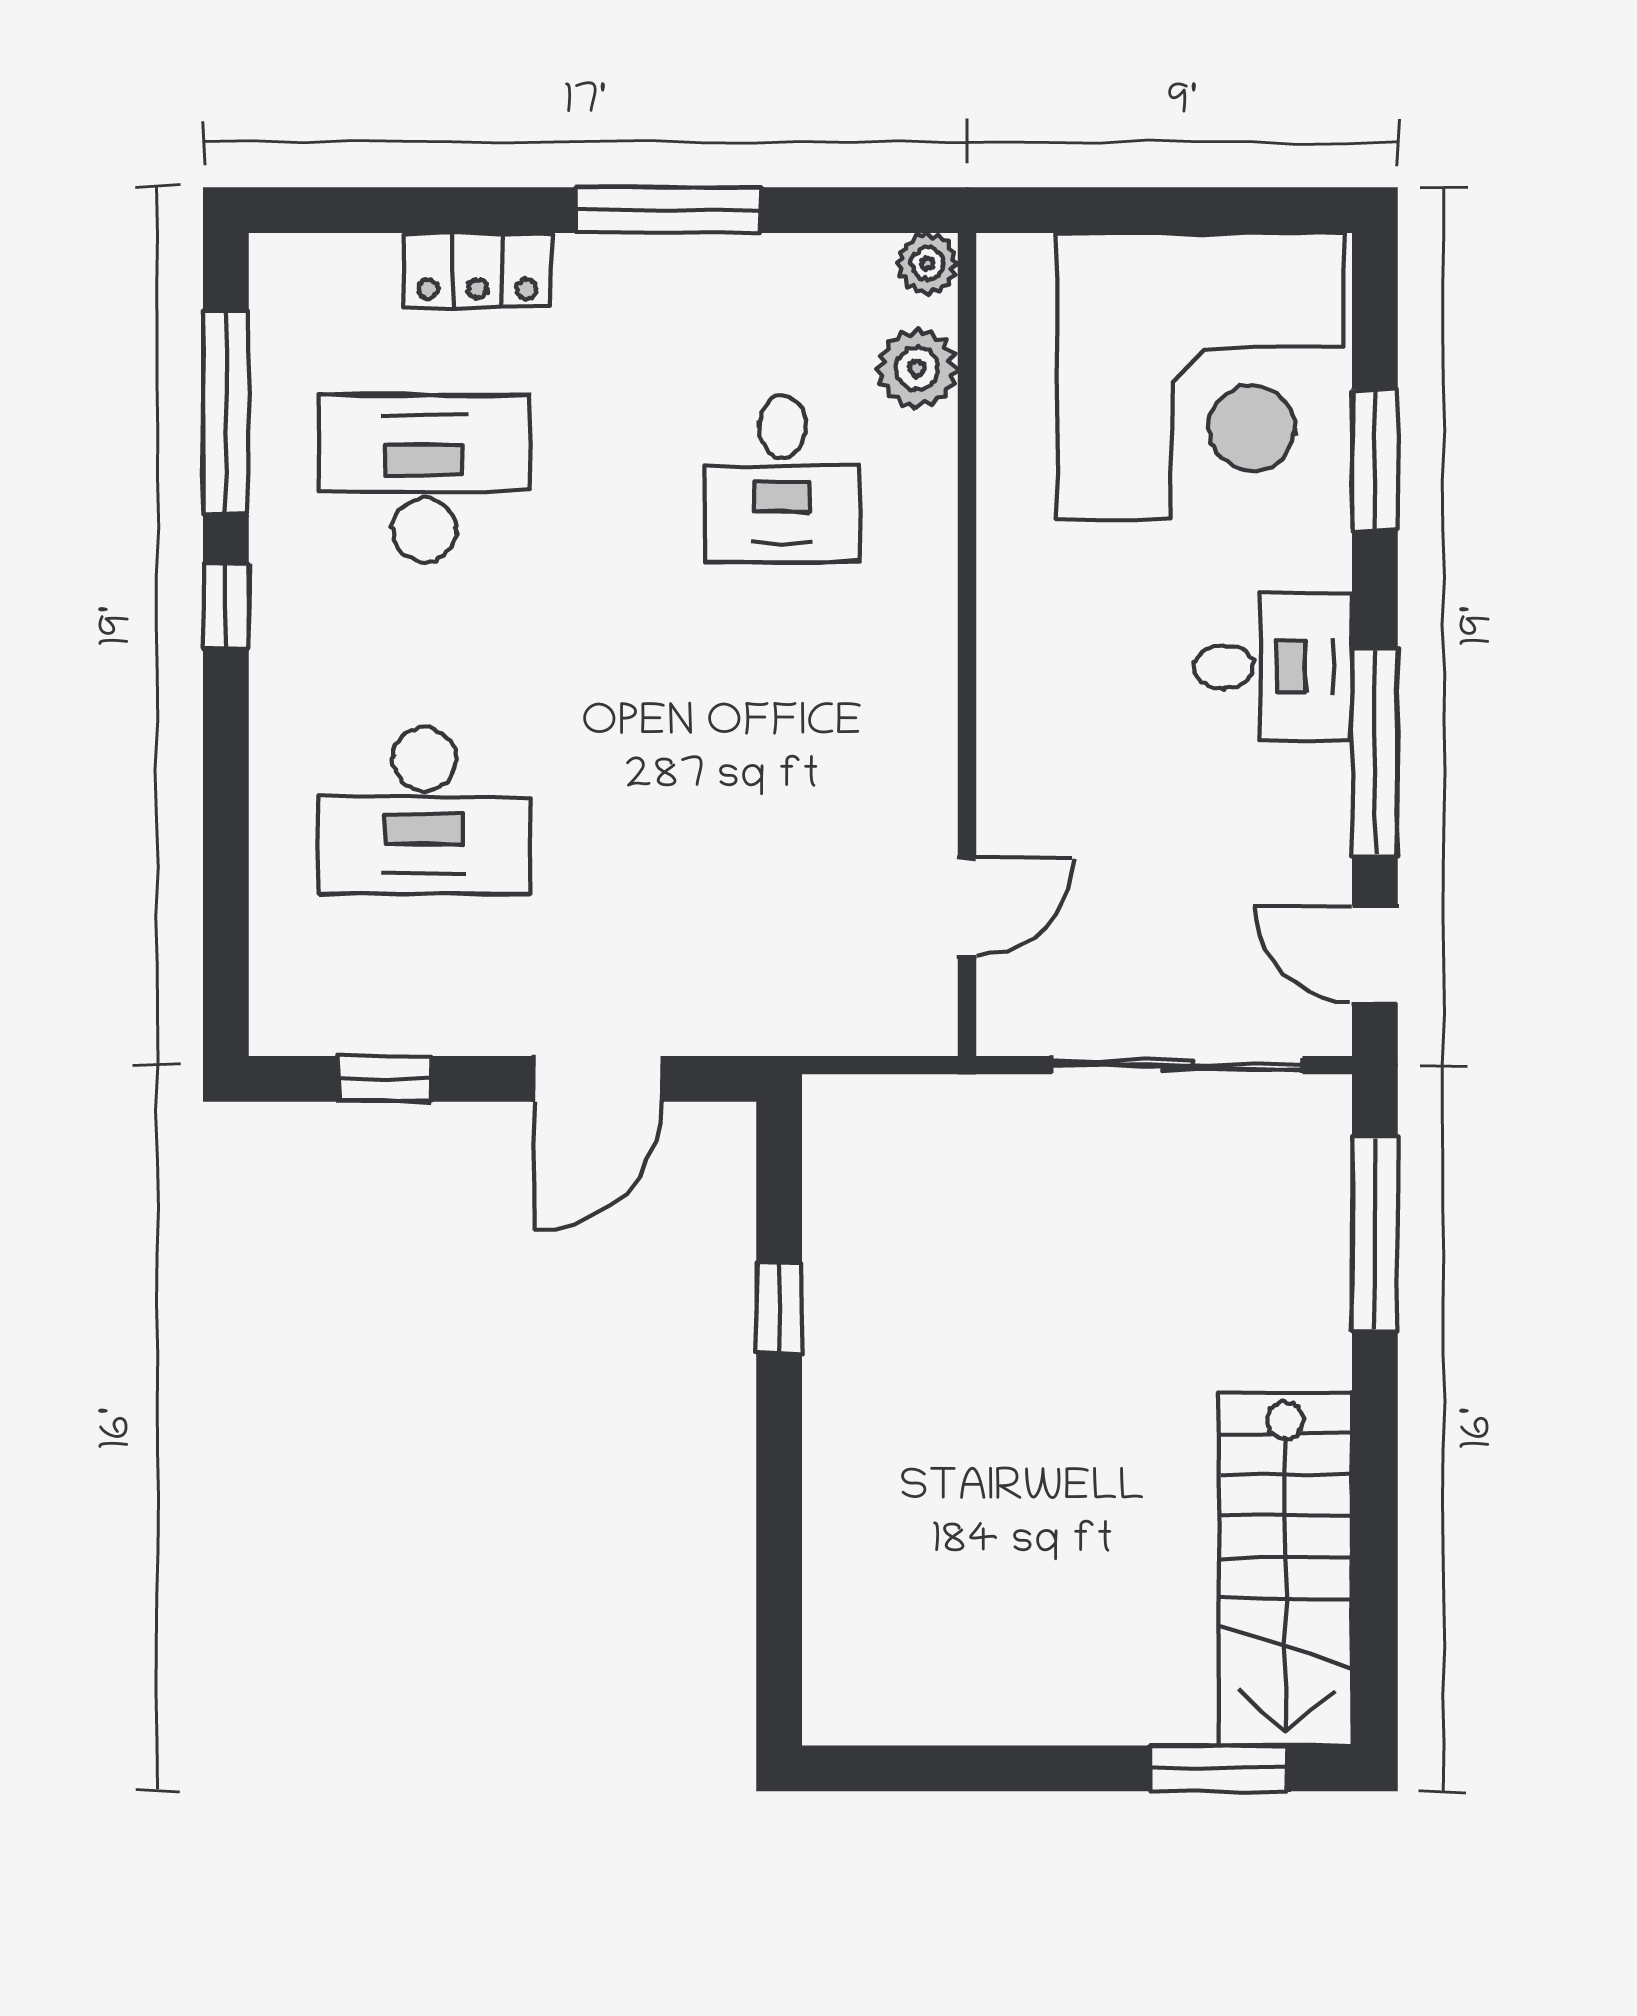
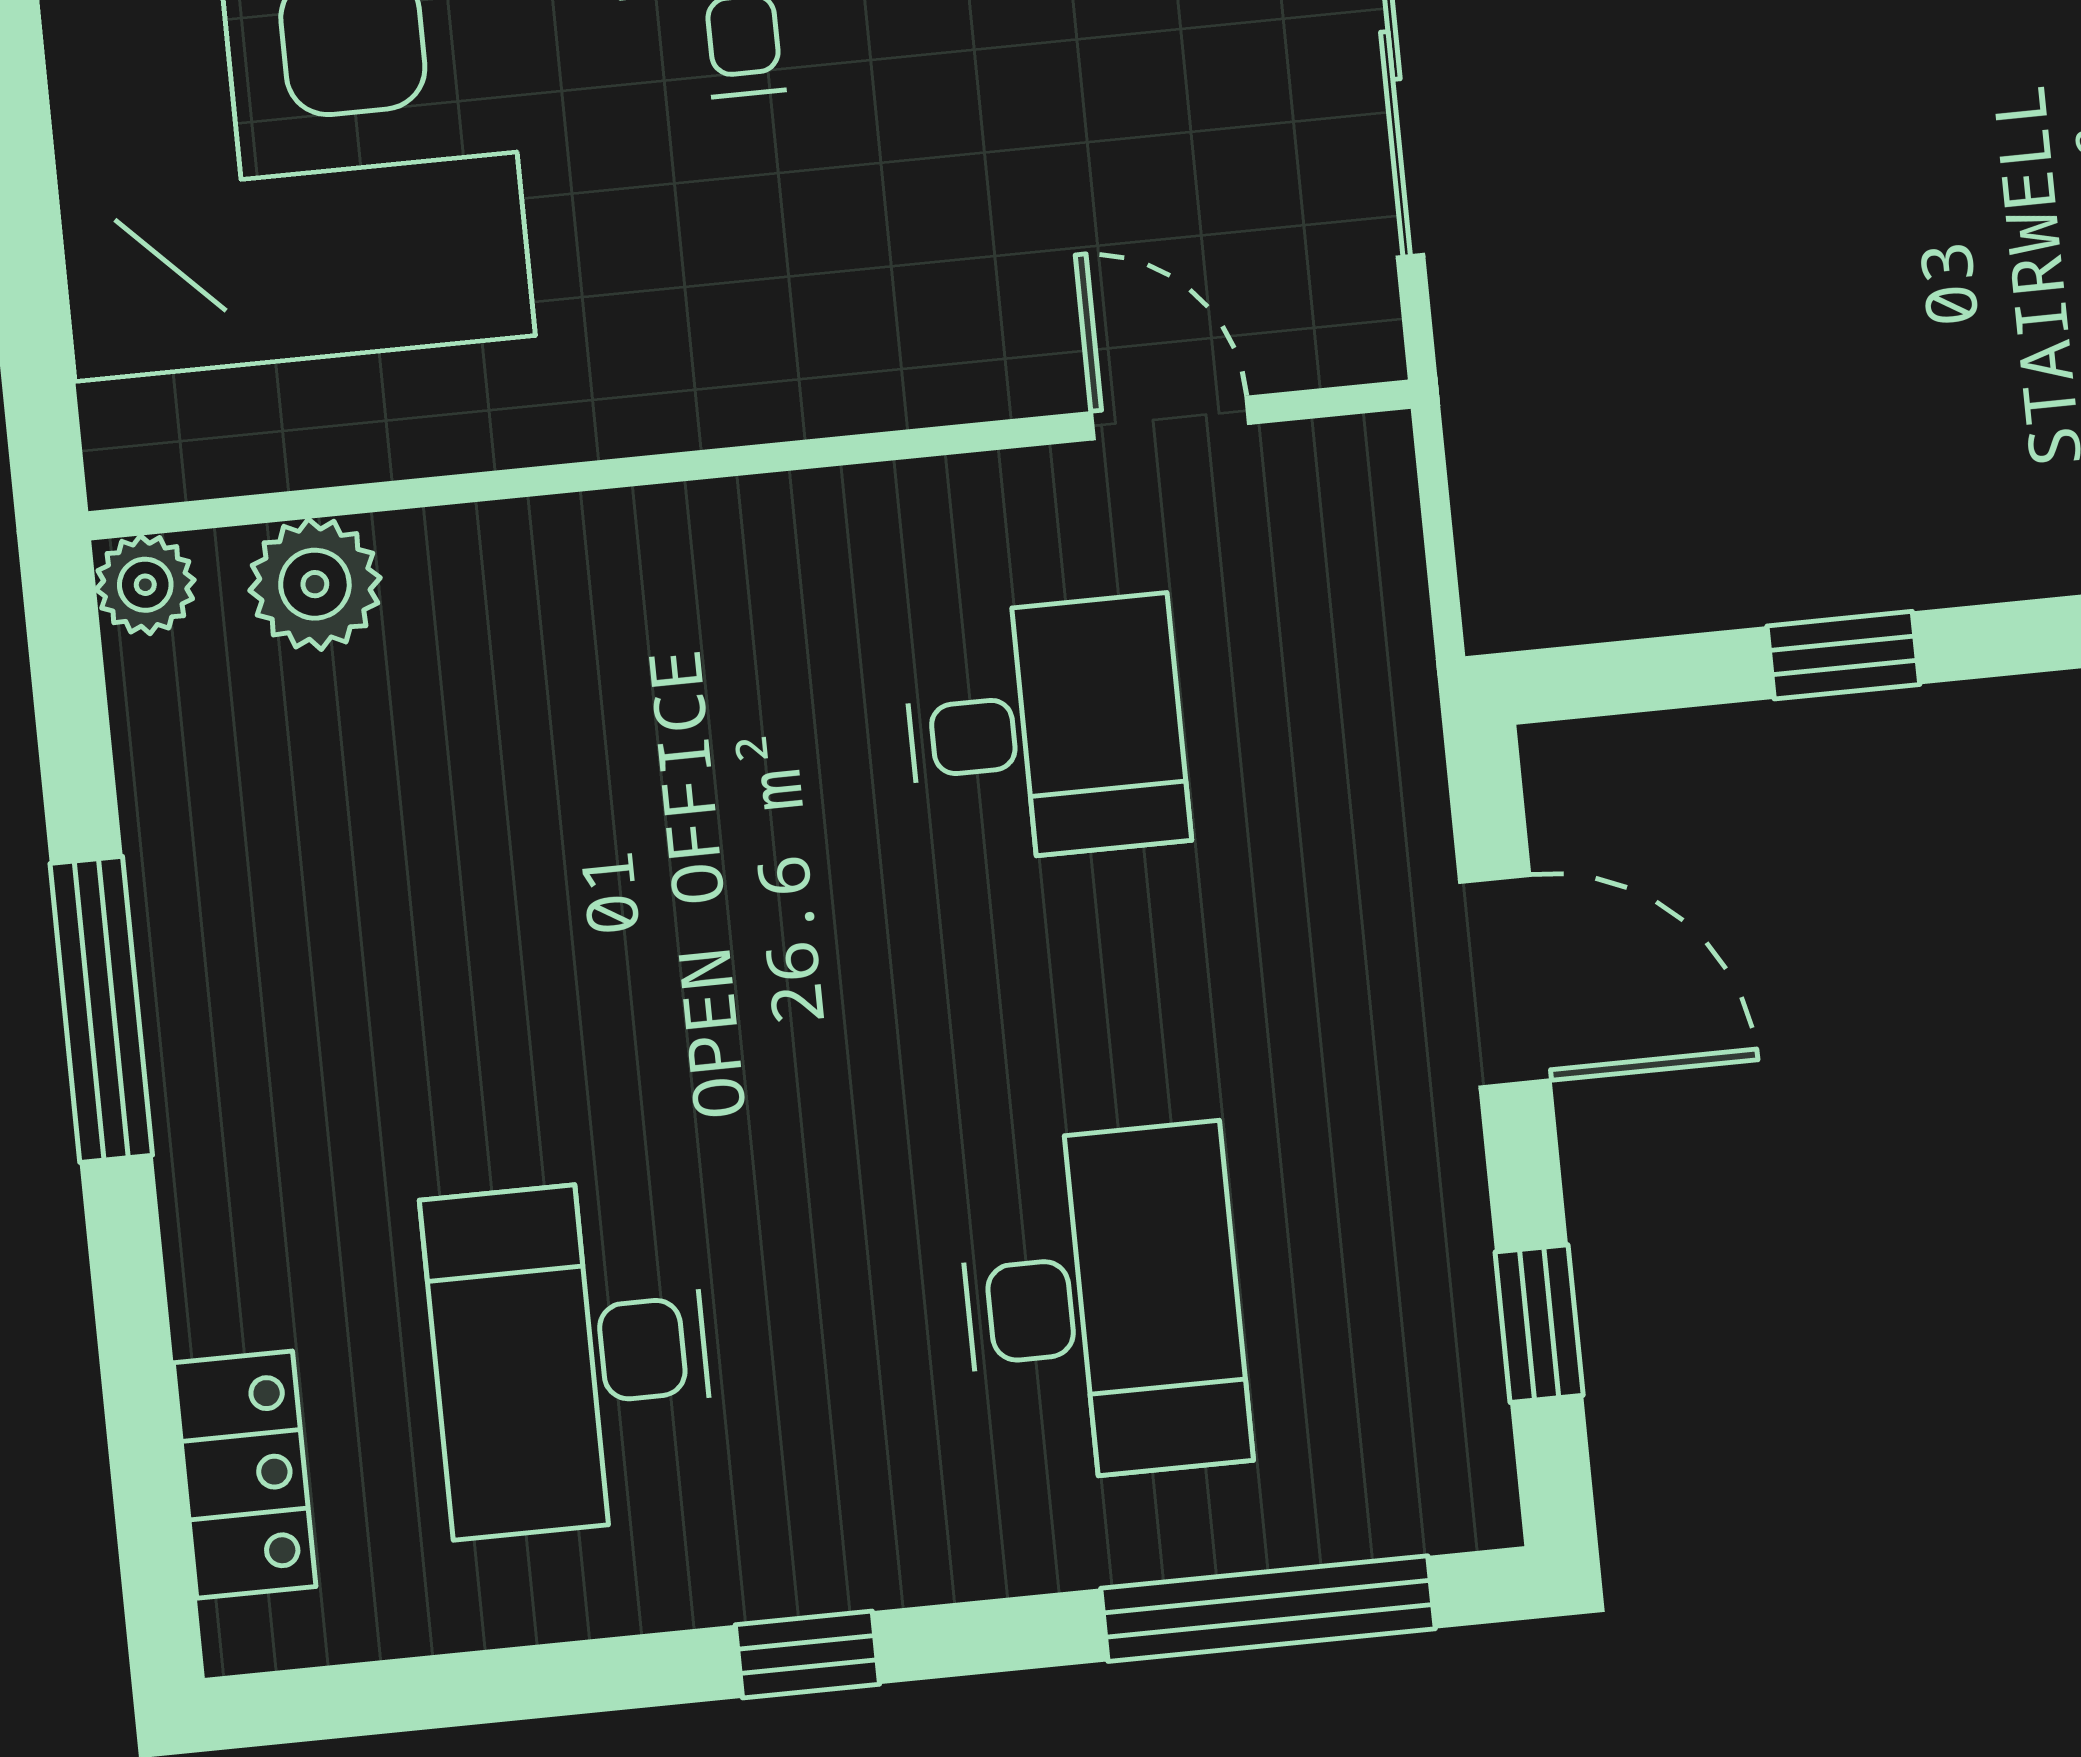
locker: (477, 270) -> (245, 1475), moved
window: (226, 413) -> (1268, 1609), moved
desk: (782, 478) -> (1046, 730), moved

